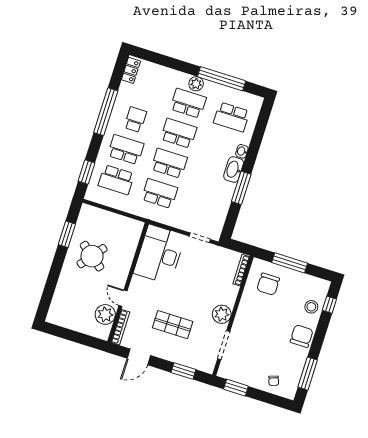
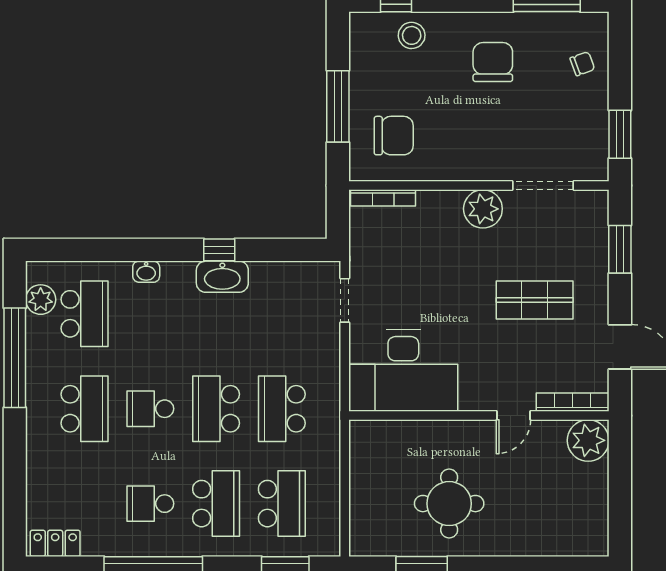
plant: (196, 84) -> (41, 300), moved
school desk: (188, 103) -> (85, 409), turned 180
school desk: (179, 133) -> (150, 409), width x0.54
school desk: (126, 150) -> (216, 504), turned 180
washbasin: (234, 169) -> (222, 277), moved
window: (241, 188) -> (219, 250), width x0.46
round table: (92, 256) -> (449, 504), turned -38
plant: (105, 314) -> (588, 440), moved
shop shelf: (173, 325) -> (535, 300), turned 90
chair: (302, 336) -> (493, 62), moved, turned 90

